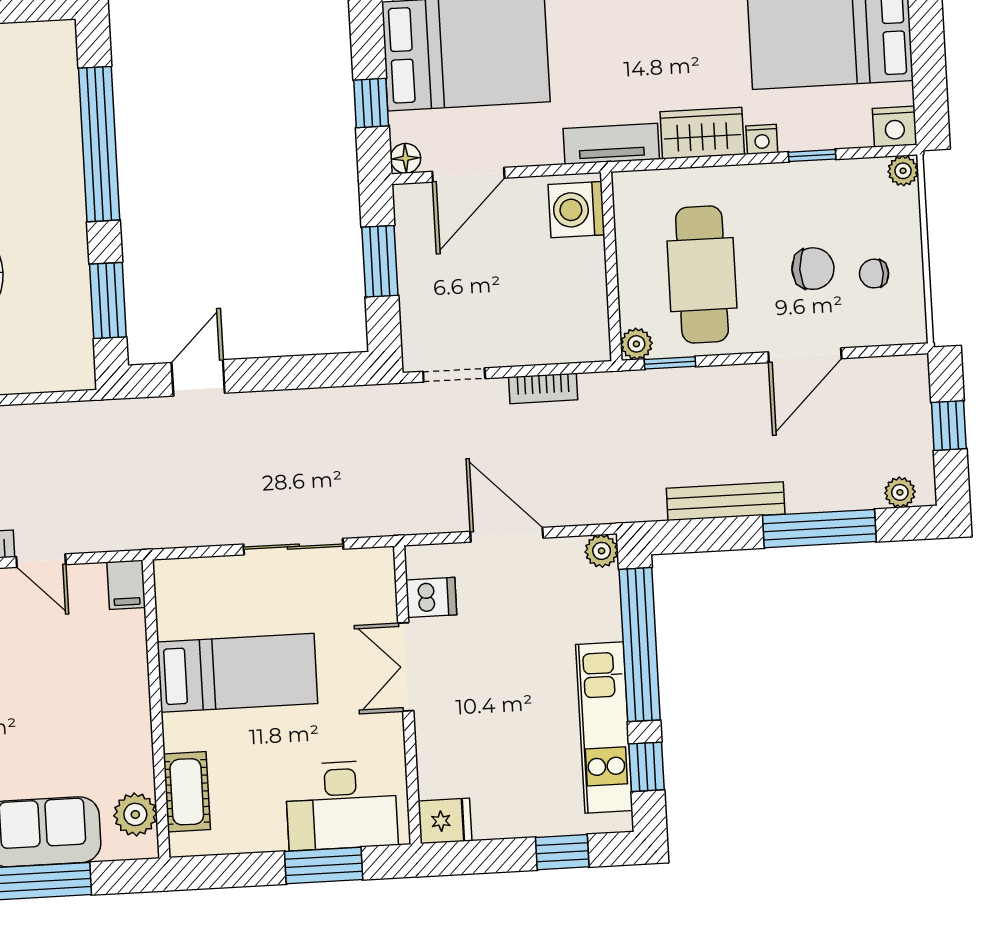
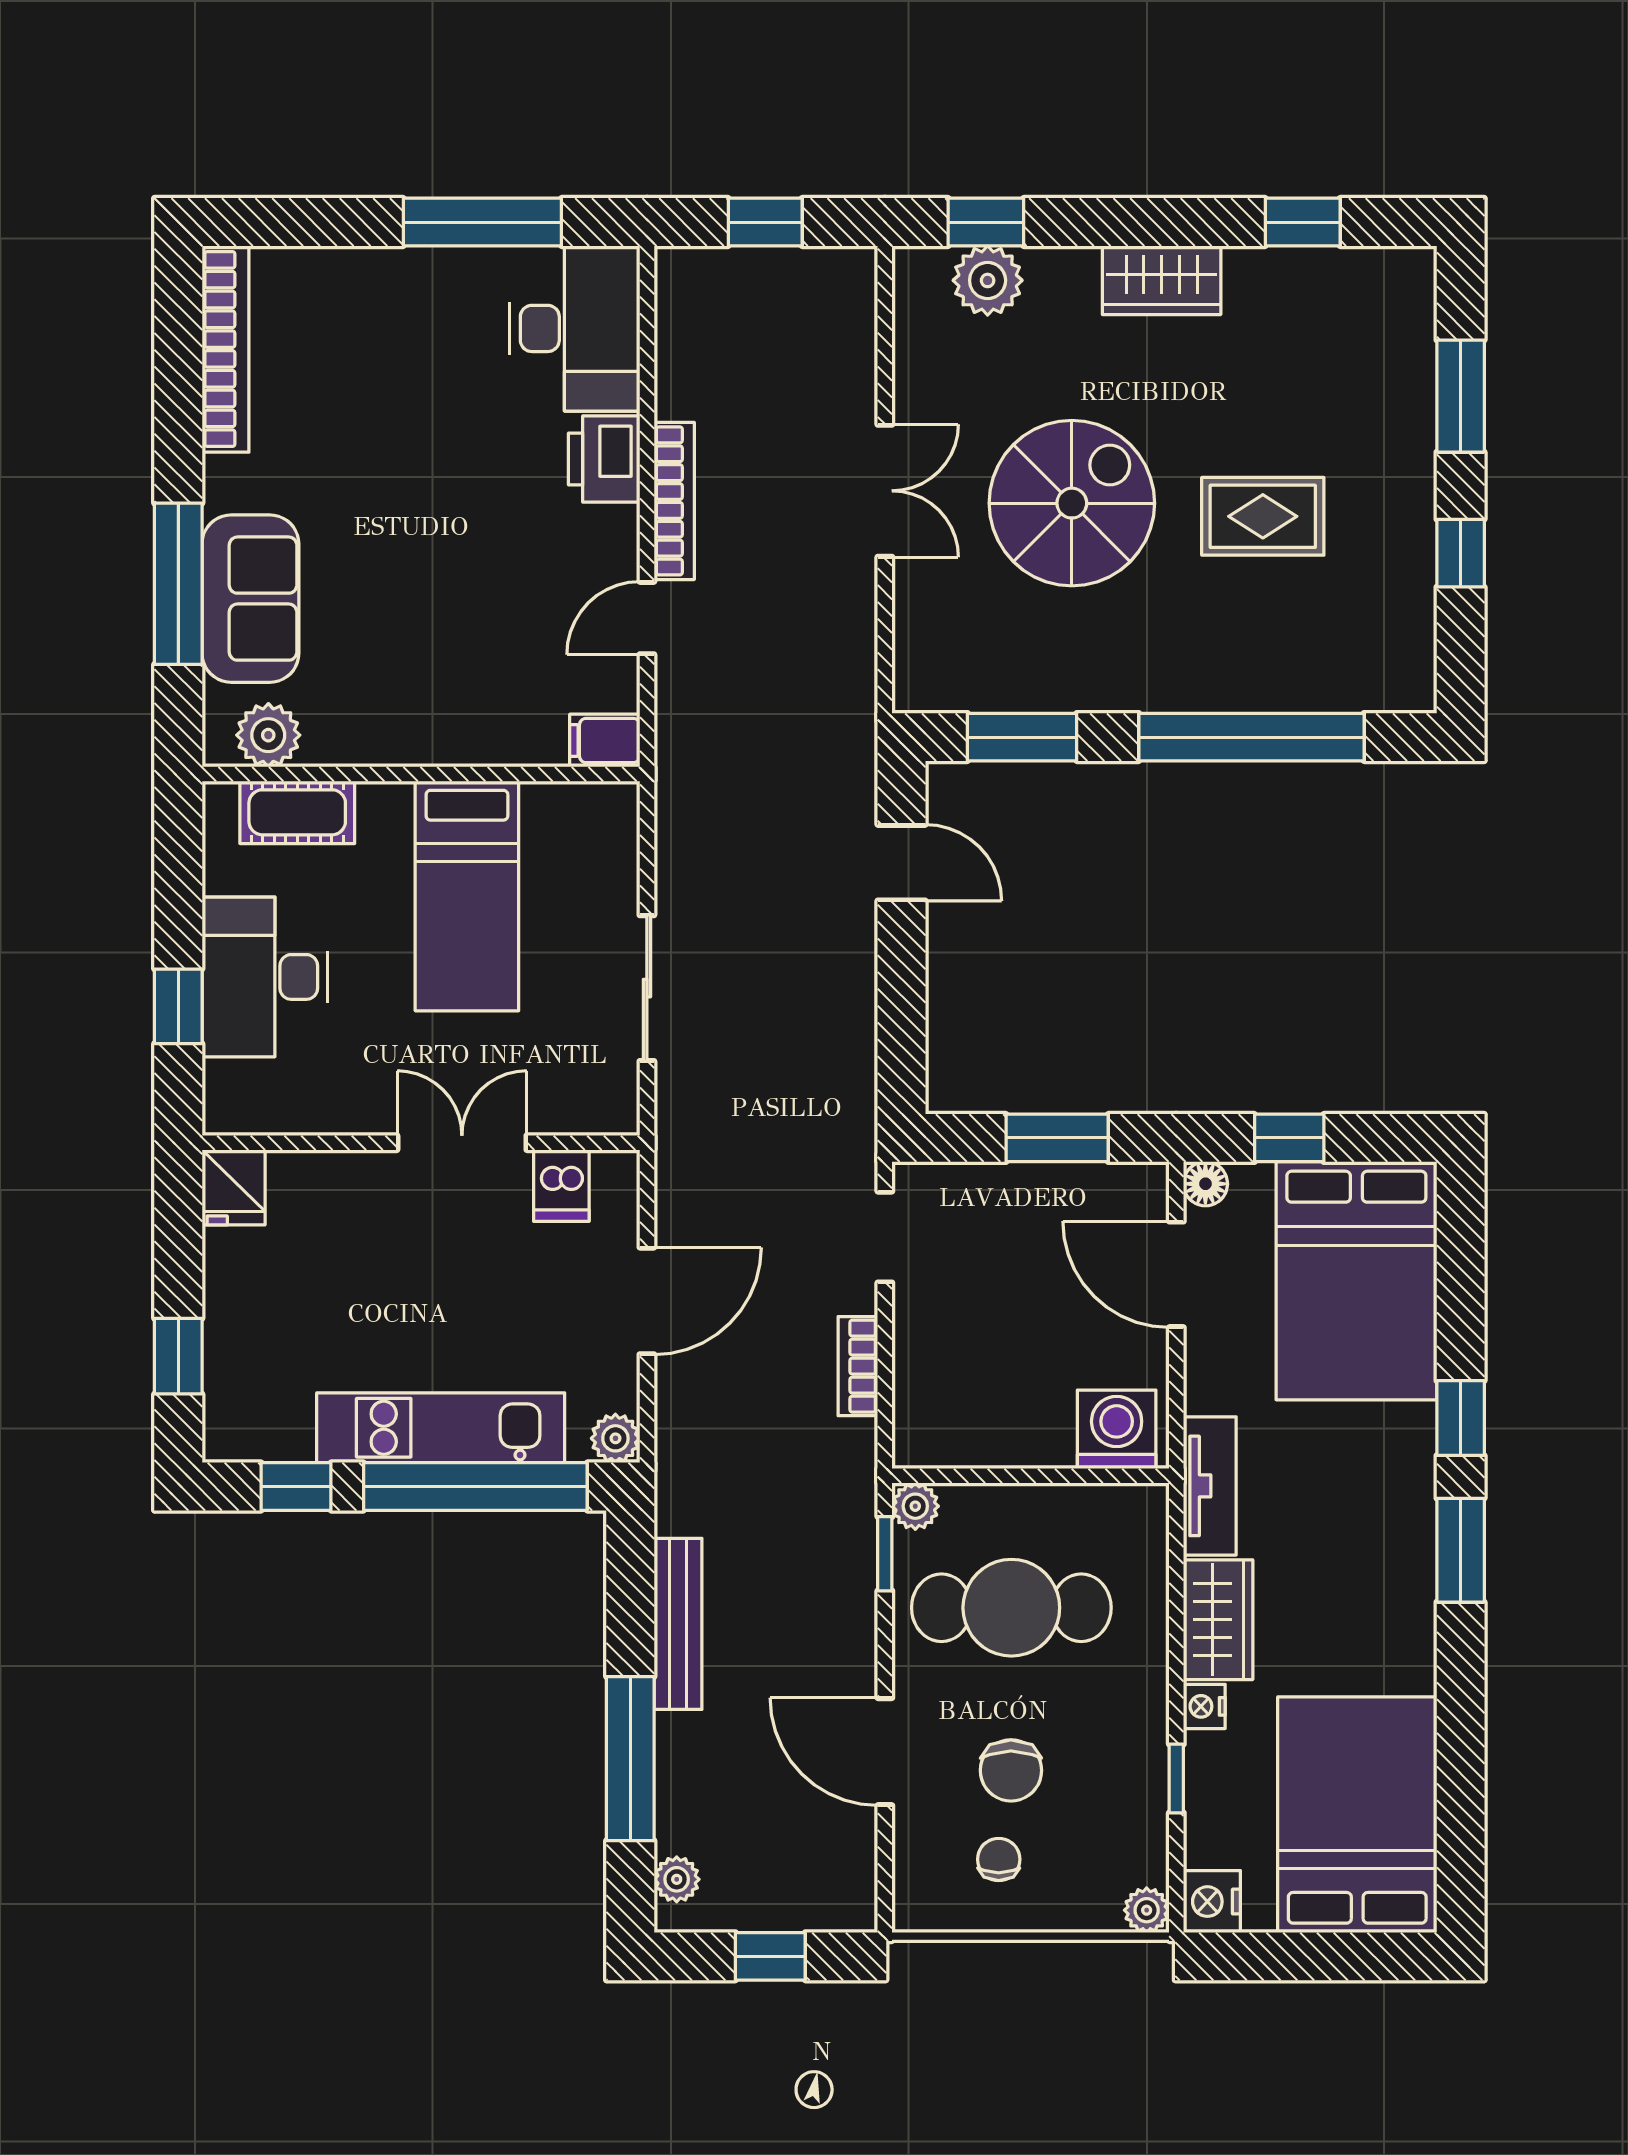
kitchen unit: (604, 727) -> (441, 1428), moved
desk: (341, 805) -> (265, 977), moved
window: (324, 865) -> (178, 1006), width x0.67

